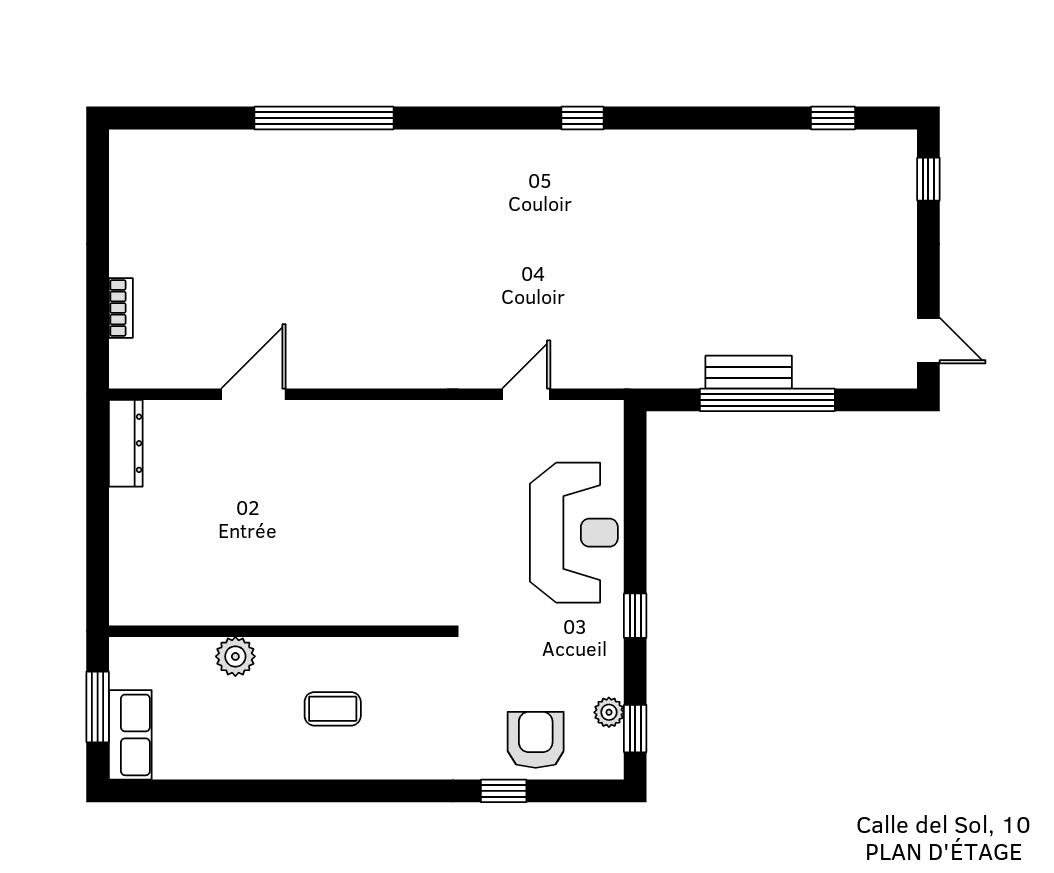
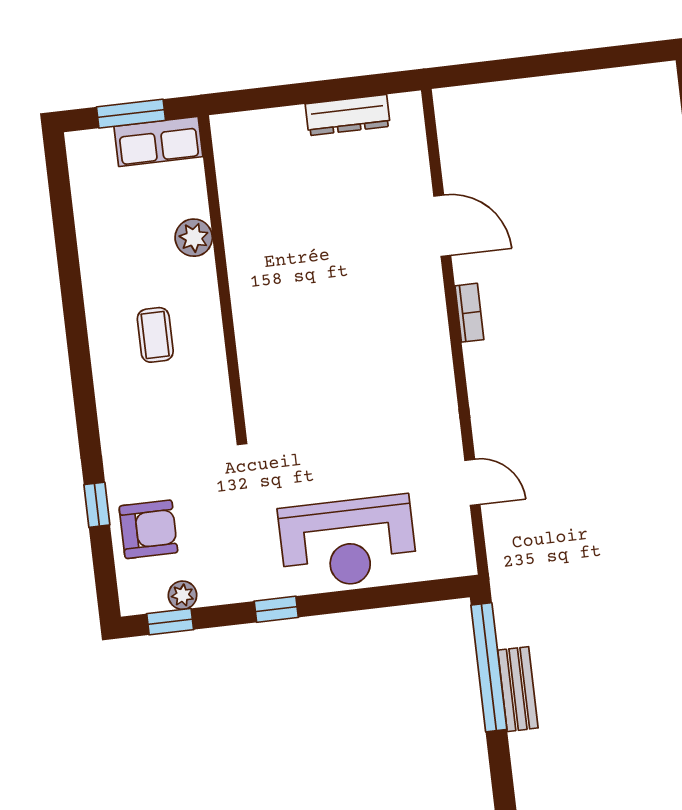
bookcase: (121, 308) -> (469, 313), moved, turned -90
window: (767, 400) -> (489, 667), moved
dresser: (126, 443) -> (348, 115), moved
row of seats: (130, 735) -> (158, 142), moved

